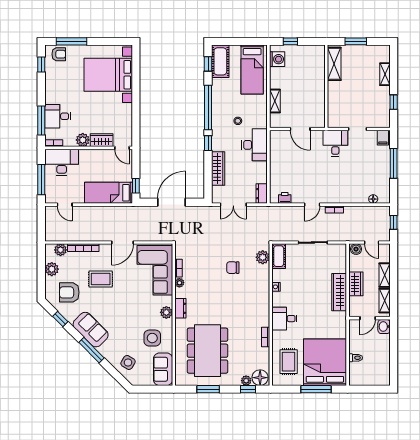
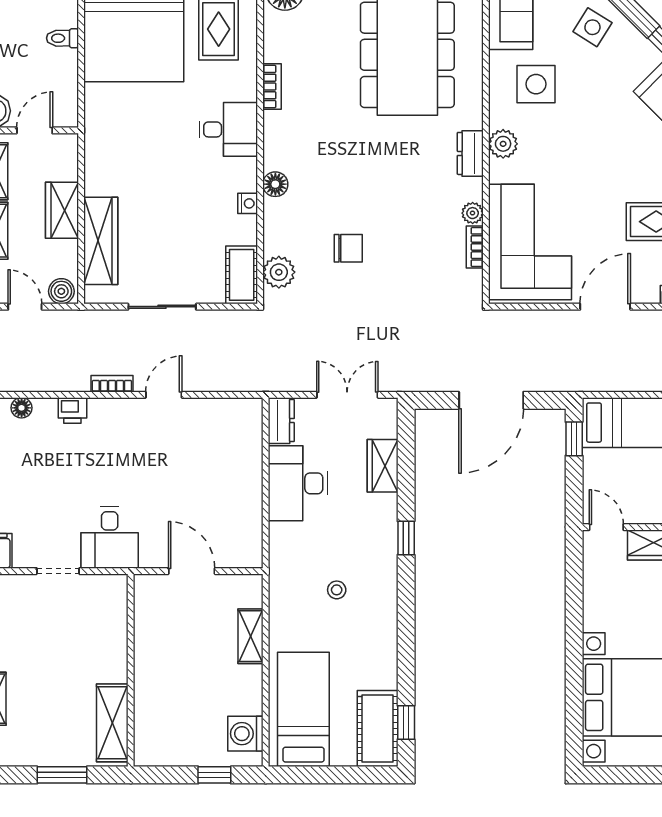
window: (208, 108) -> (406, 621), removed
desk: (254, 145) -> (298, 483), moved
wardrobe: (218, 169) -> (383, 466), width x0.67
printer: (285, 198) -> (72, 410), moved
wardrobe: (339, 292) -> (101, 241), moved
floor lamp: (264, 295) -> (275, 184), added

